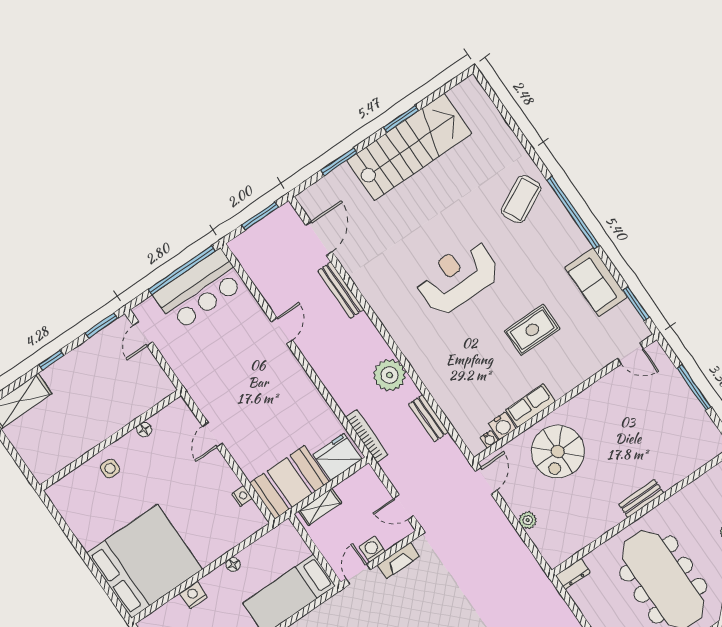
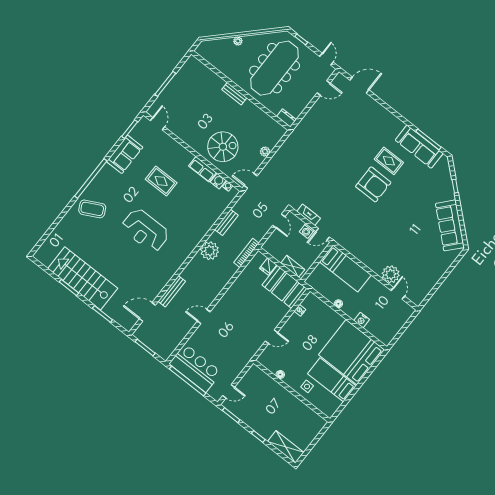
fridge: (337, 457) -> (268, 267), width x0.53, depth x0.75
bed: (108, 514) -> (332, 380), added

